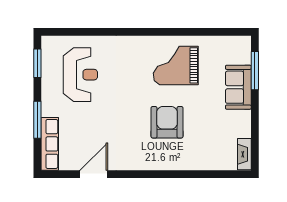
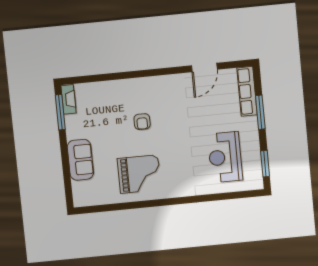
window: (255, 71) -> (60, 112), moved
armchair: (167, 122) -> (142, 122), width x0.53, depth x0.53

